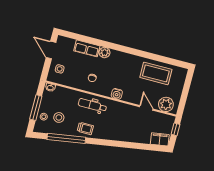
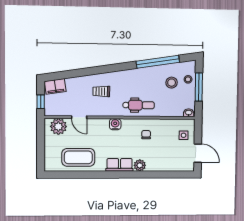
row of seats: (87, 48) -> (120, 165), moved
trolley: (85, 128) -> (101, 91), moved

